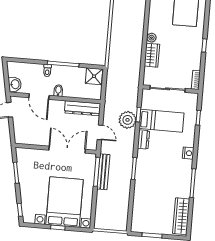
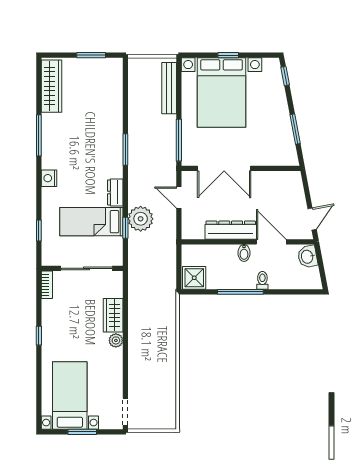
dresser: (83, 108) -> (231, 230), moved
bench: (103, 172) -> (169, 88), moved

